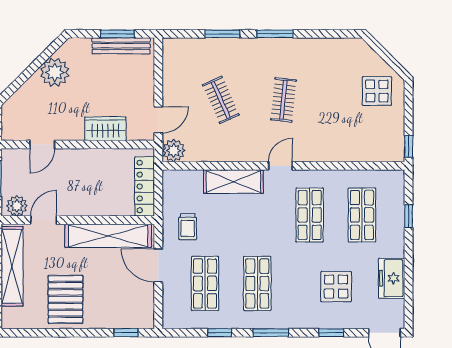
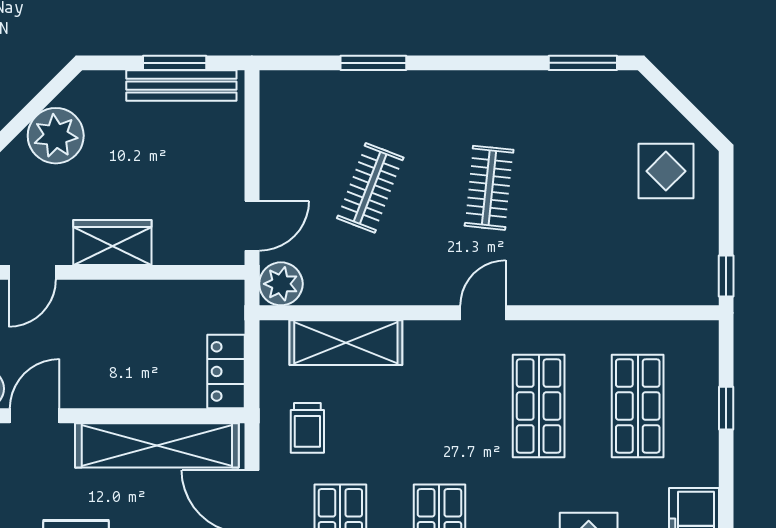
window: (275, 34) -> (583, 63), moved
clothes rail: (221, 100) -> (370, 188), turned 45
wardrobe: (105, 129) -> (112, 242), moved
shelving: (233, 182) -> (346, 343), moved
locker: (145, 186) -> (226, 371), width x0.66

